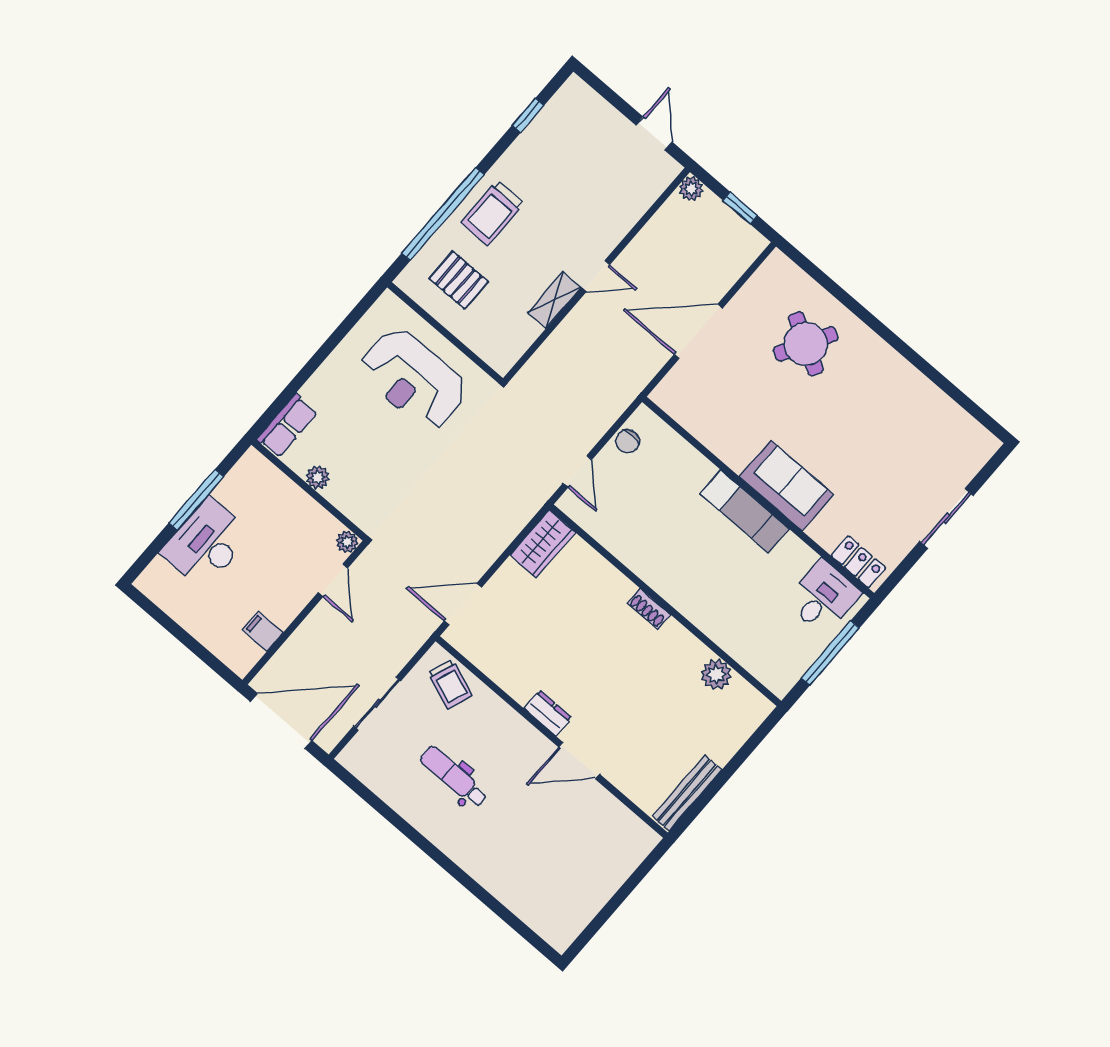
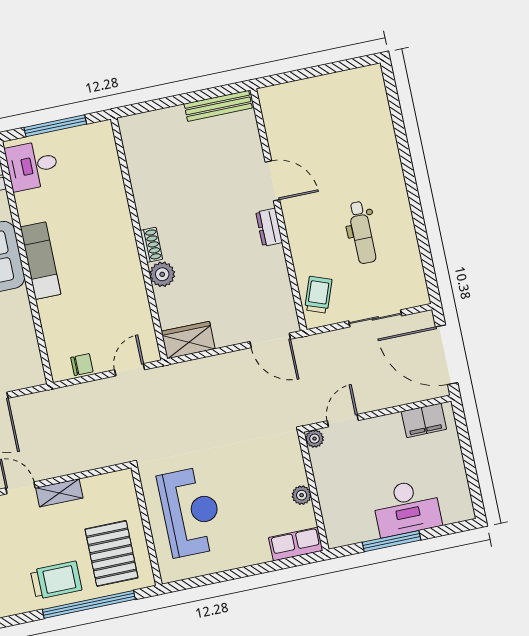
pallet: (459, 280) -> (112, 553), width x1.50, depth x1.42
filing cabinet: (263, 631) -> (424, 420), width x2.00
plant: (716, 674) -> (162, 274), moved

